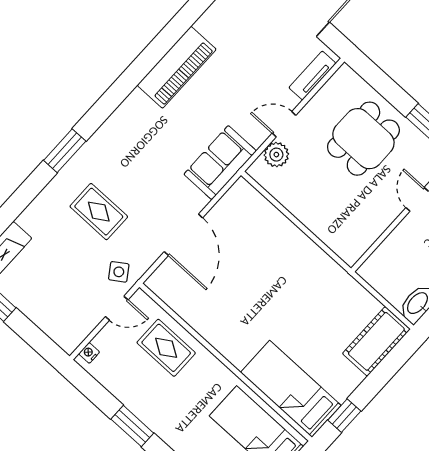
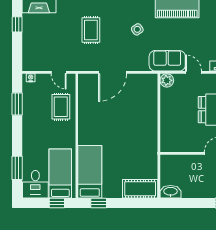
plant: (276, 155) -> (167, 80), moved
sofa: (220, 163) -> (167, 61), moved
side table: (119, 272) -> (137, 29), moved
window: (132, 426) -> (17, 104), moved

